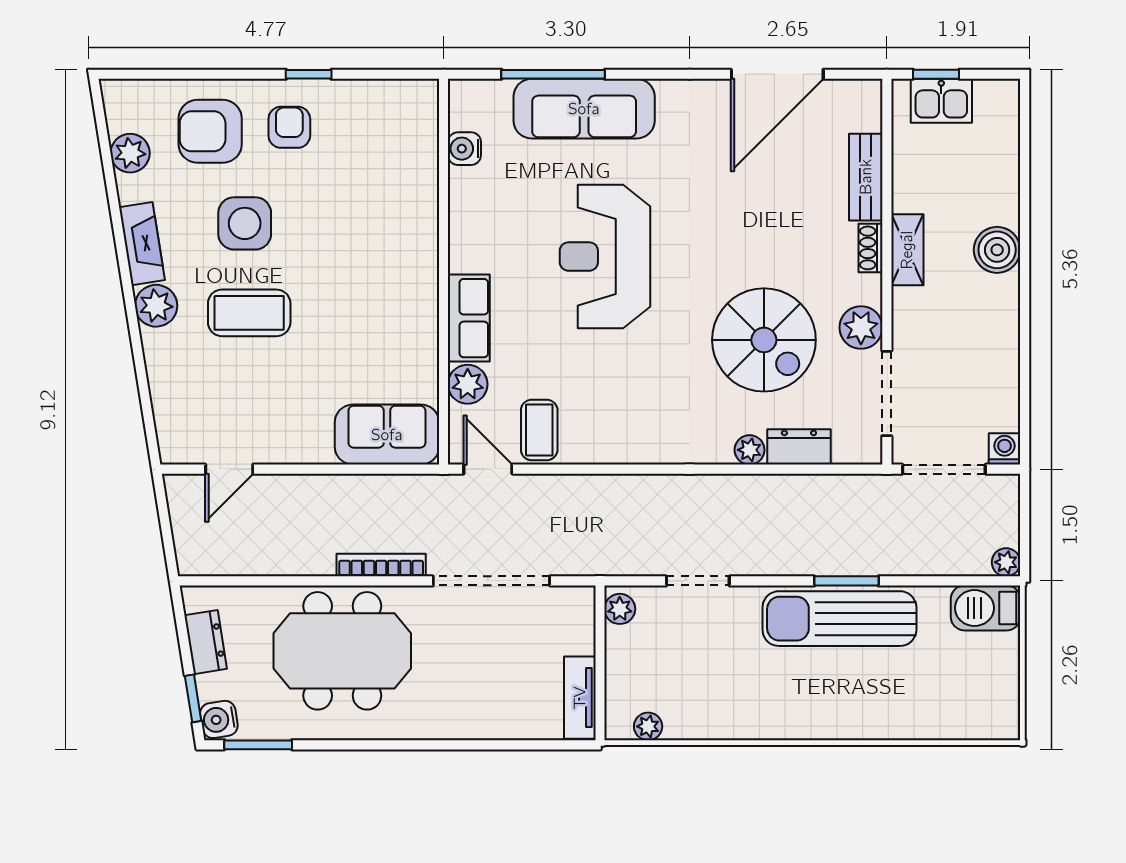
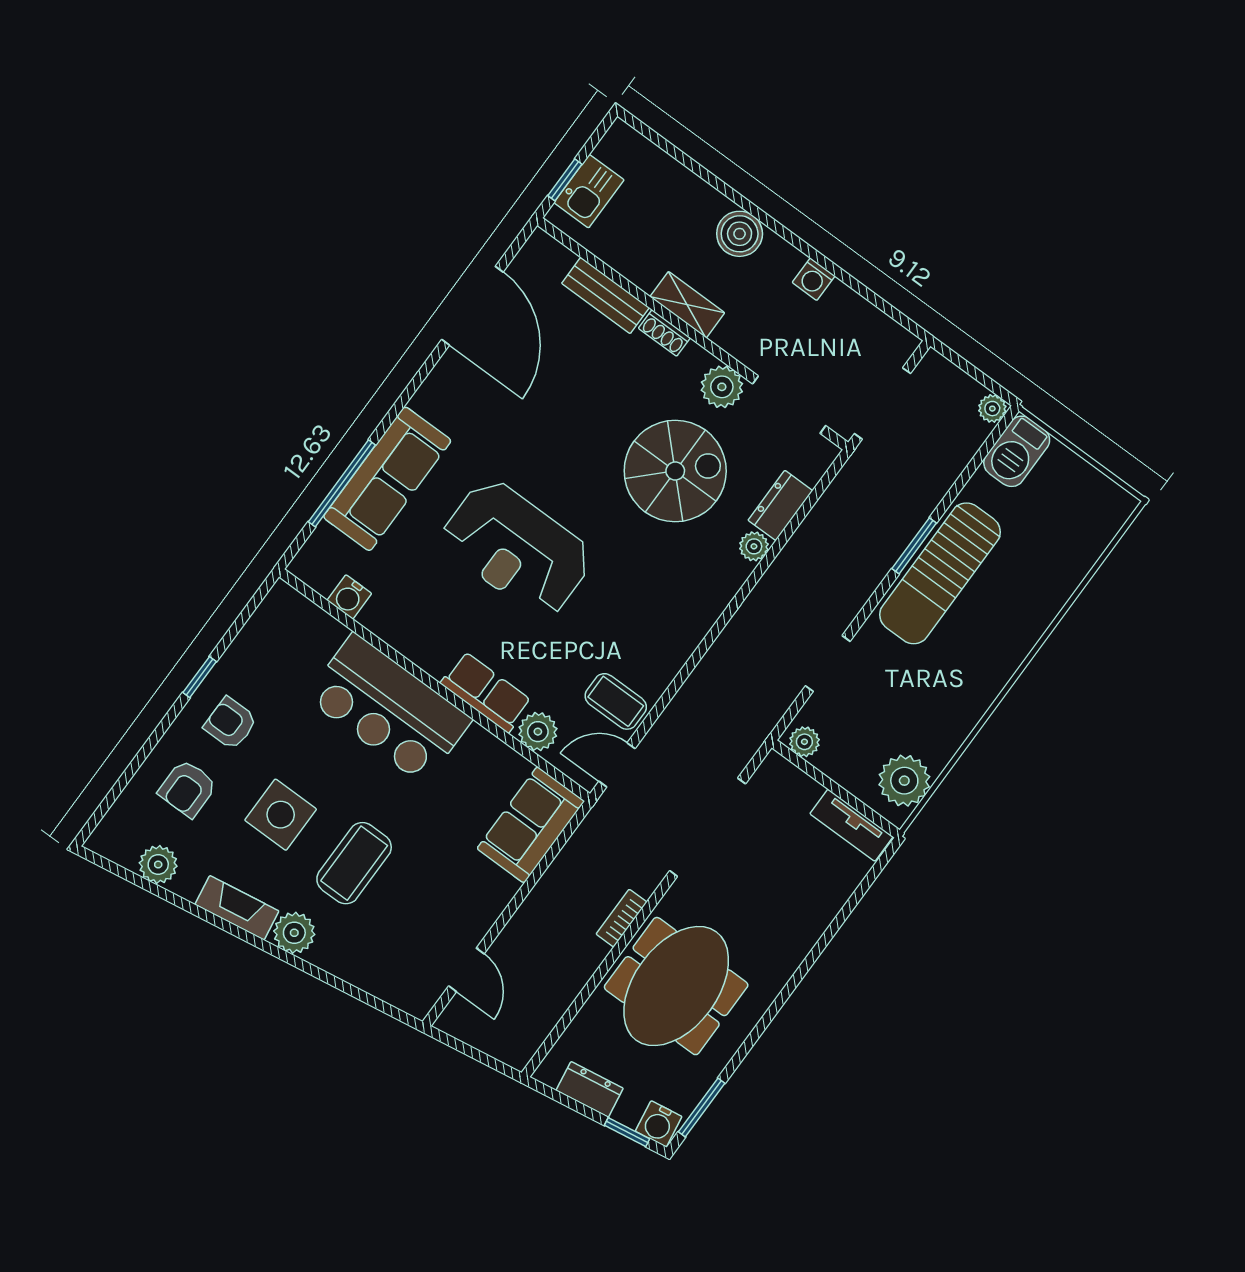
armchair: (210, 131) -> (187, 788), width x0.72, depth x0.72
bar counter: (397, 248) -> (389, 708), added
washing machine: (1004, 449) -> (814, 279), moved, turned -90
bookcase: (381, 565) -> (621, 918), width x0.64
plant: (648, 726) -> (904, 781), width x1.88, depth x1.88

